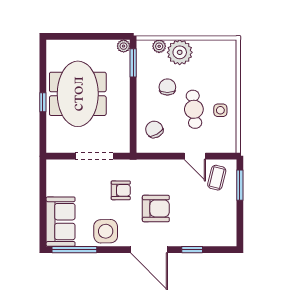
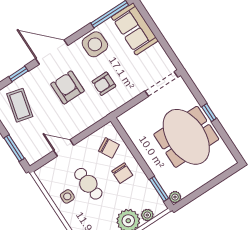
chair: (167, 87) -> (122, 173), moved
doorway: (94, 156) -> (161, 84), moved
coffee table: (217, 178) -> (20, 105), moved, width x1.36, depth x1.30
armchair: (156, 208) -> (67, 87), turned 90

